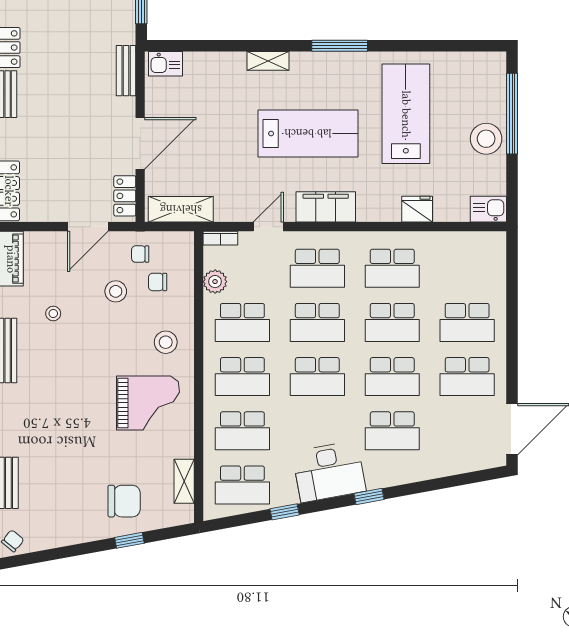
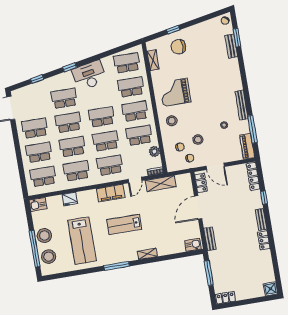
stool: (484, 91) -> (49, 257), added
lab bench: (308, 133) -> (124, 224), width x0.73, depth x0.72
shelving: (181, 209) -> (161, 184), moved
door: (88, 227) -> (215, 166), swing flipped
school desk: (467, 268) -> (43, 176), added
window: (285, 512) -> (37, 79), moved

